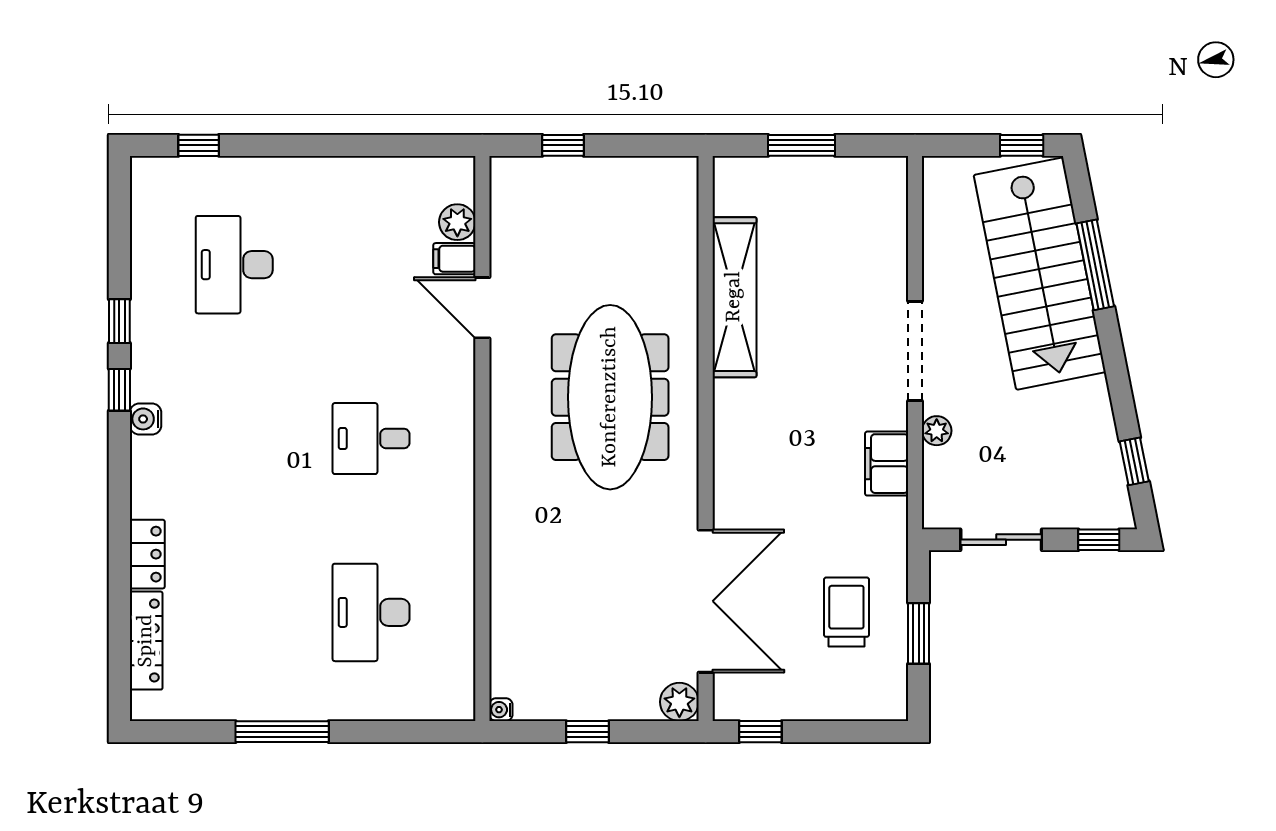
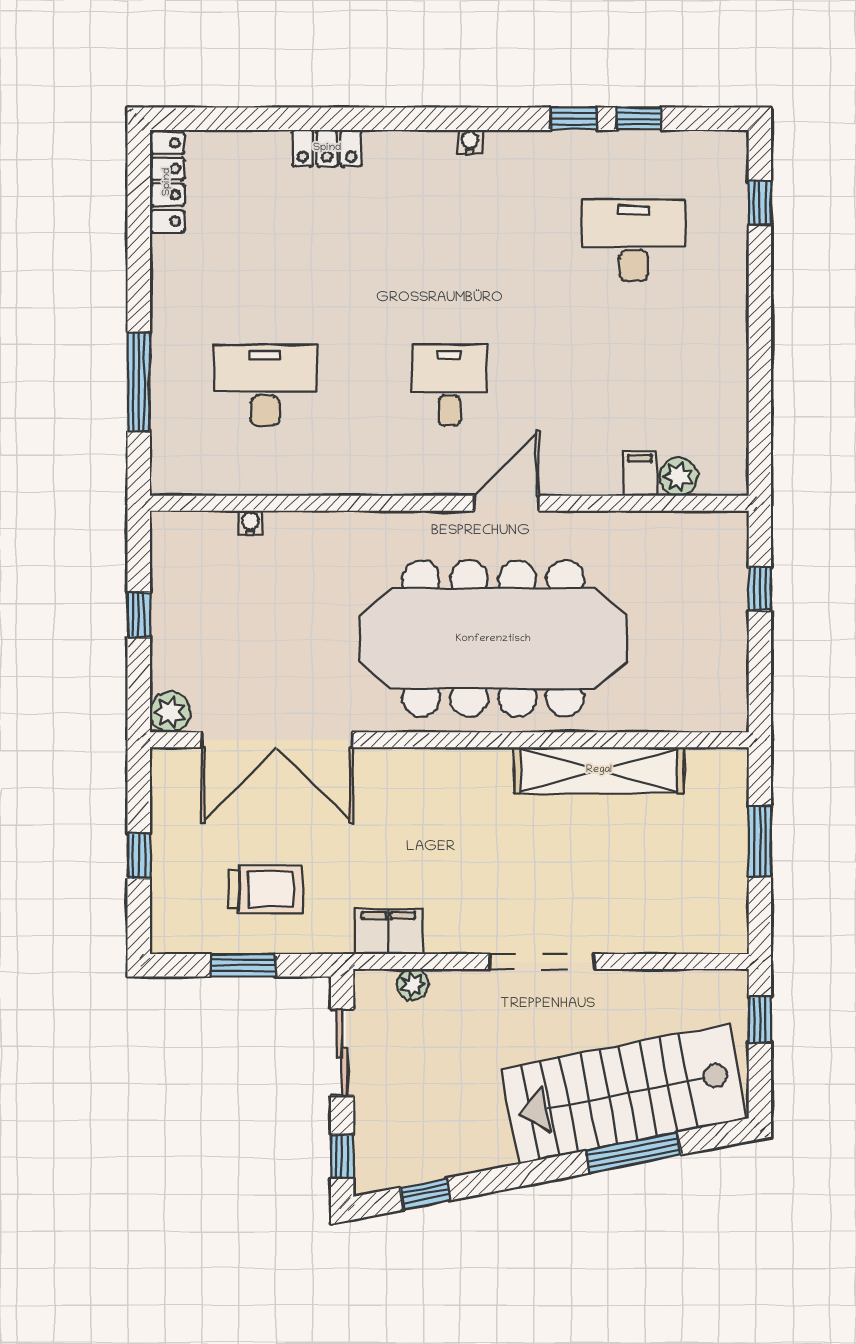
window: (1022, 145) -> (760, 1020), moved
door: (482, 308) -> (507, 503), moved
window: (119, 390) -> (639, 119), moved
meeting table: (610, 397) -> (493, 639), width x1.36, depth x1.27
water cooler: (146, 419) -> (470, 142), width x0.72, depth x0.72
plant: (937, 431) -> (413, 985), moved
filing cabinet: (887, 464) -> (389, 932), moved
locker: (146, 641) -> (167, 182), moved, turned -90
water cooler: (501, 710) -> (250, 523), moved
window: (282, 732) -> (139, 382), moved
window: (760, 732) -> (139, 856), moved

